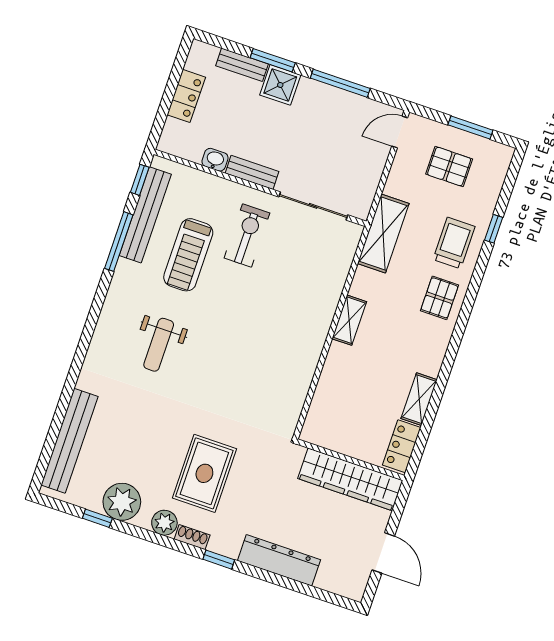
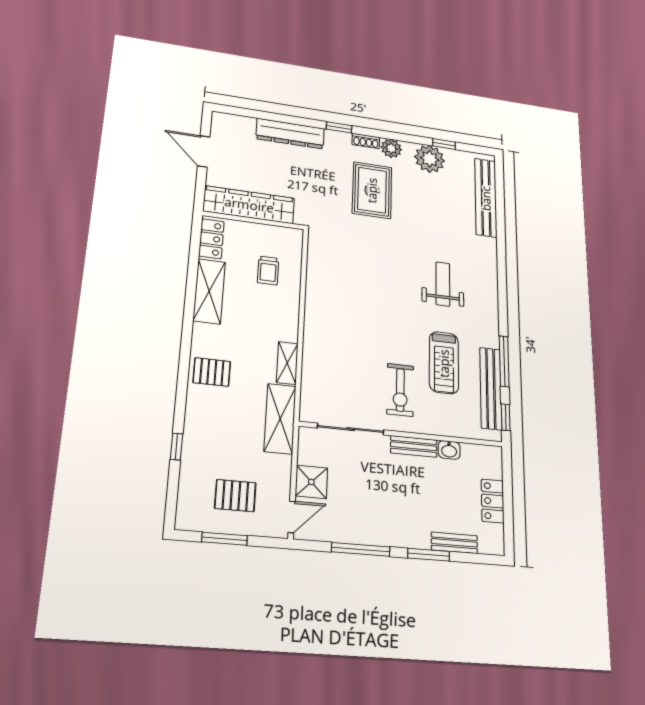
shower: (280, 85) -> (311, 482), moved
trolley: (454, 243) -> (268, 270), moved, width x0.73, depth x0.72
treadmill: (188, 255) -> (444, 363), turned 180
pallet: (440, 298) -> (212, 372), turned 90
shelving: (349, 320) -> (287, 363), moved
shelving: (419, 399) -> (209, 291), width x1.50, depth x1.33

